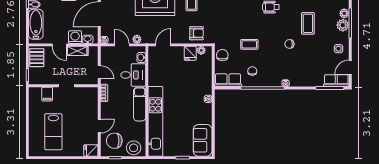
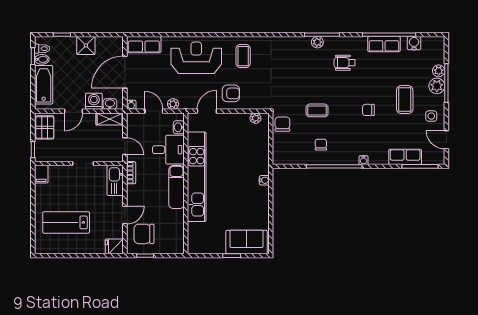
coffee table: (308, 23) -> (405, 100), moved
armchair: (197, 33) -> (231, 93), moved
door: (59, 45) -> (74, 111), hinge flipped
shelving: (77, 51) -> (110, 119), moved
fridge: (190, 53) -> (241, 122), removed
door: (350, 67) -> (446, 140), hinge flipped
row of seats: (228, 80) -> (290, 156), removed
row of seats: (336, 81) -> (405, 157), moved
filing cabinet: (47, 94) -> (41, 174), moved
kitchen sink: (92, 99) -> (115, 180), added
kitchen unit: (155, 121) -> (197, 177), moved
lab bench: (53, 132) -> (66, 222), turned 90
sofa: (203, 140) -> (246, 242), moved, turned 90
stool: (134, 148) -> (169, 243), removed

